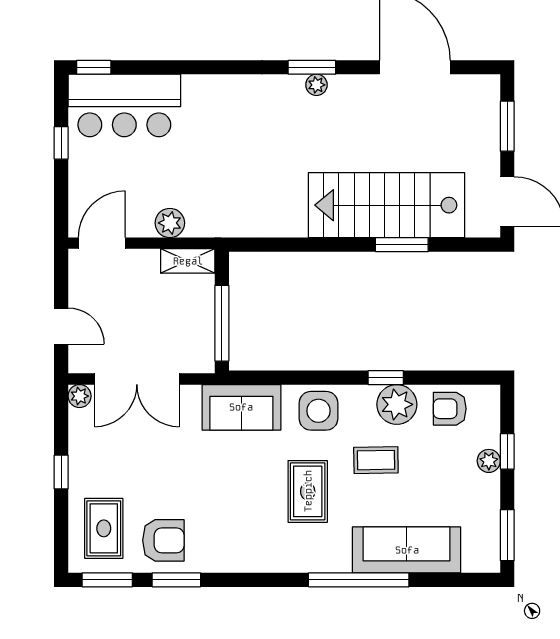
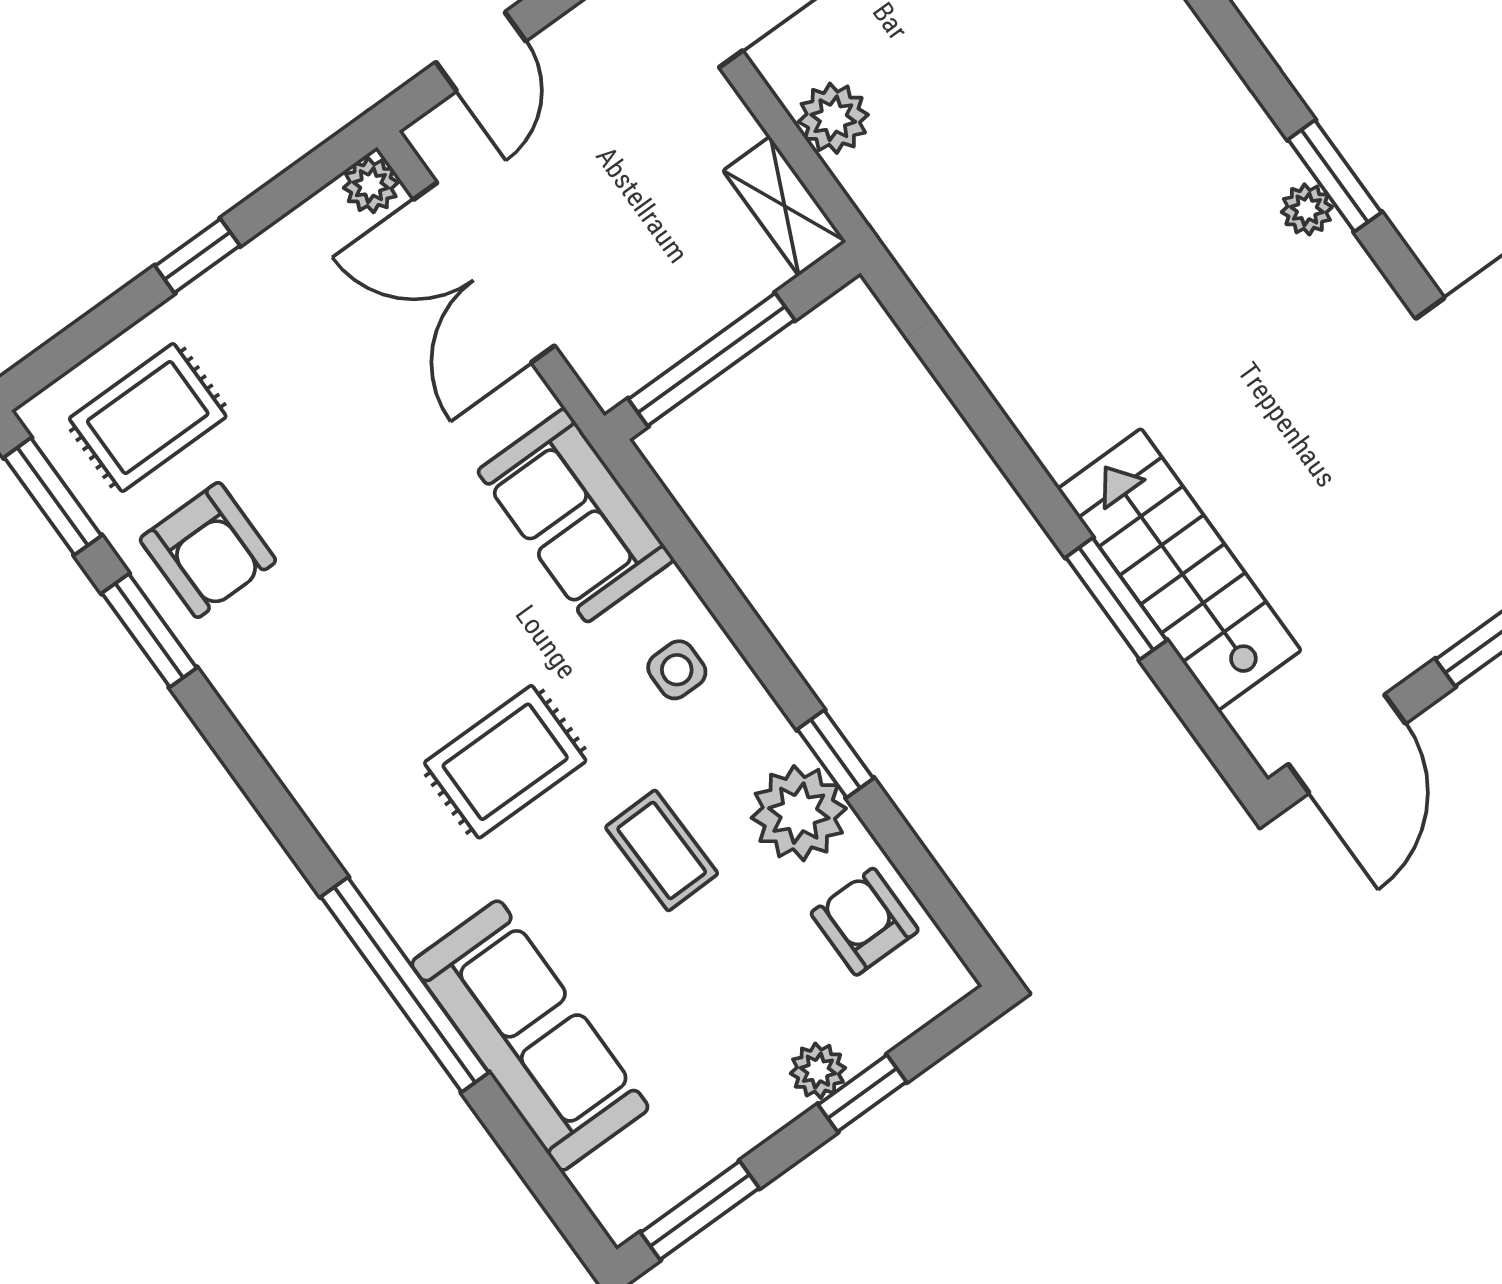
stairs: (387, 205) -> (1179, 570), width x0.73, depth x0.66
side table: (318, 411) -> (677, 670), width x0.54, depth x0.54

